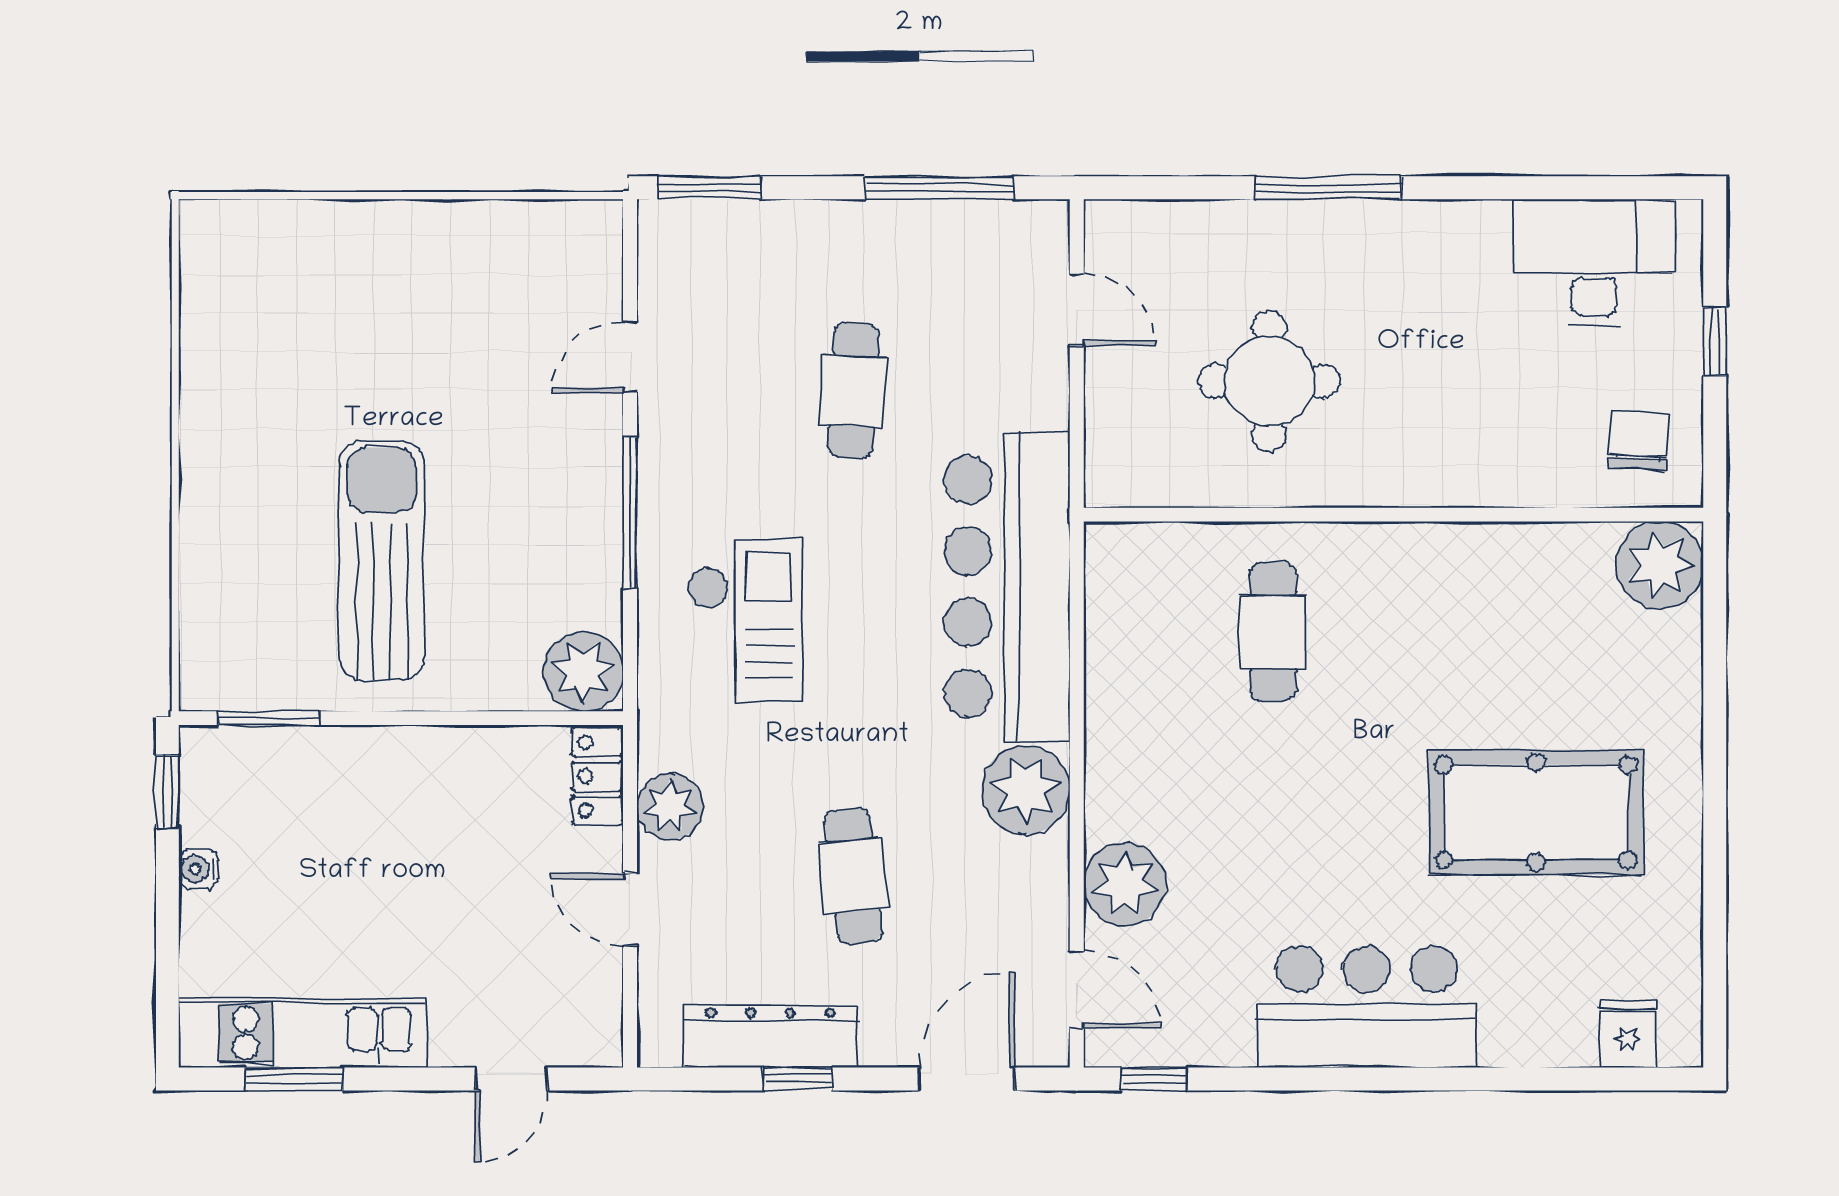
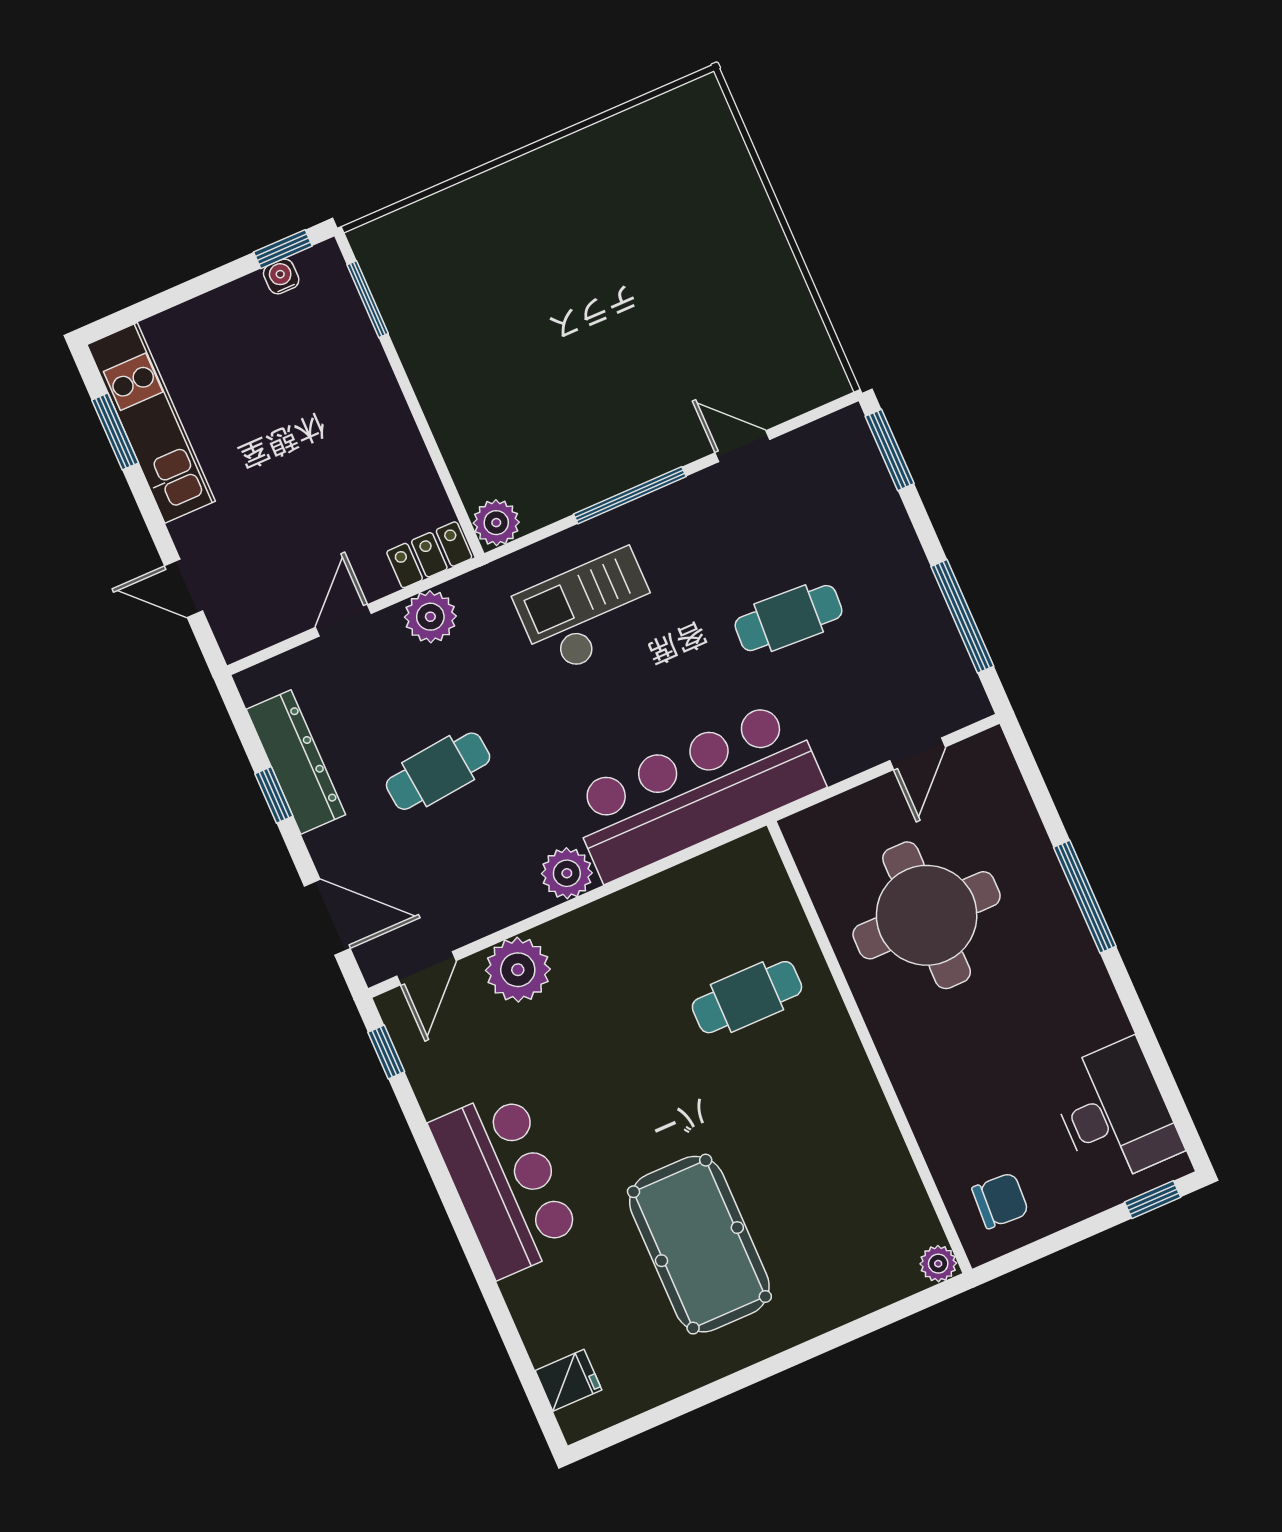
window: (1715, 341) -> (1153, 1200), moved
round table: (1269, 381) -> (927, 915), width x1.36, depth x1.36
sun lounger: (382, 560) -> (517, 331), removed
plant: (1660, 565) -> (938, 1264), width x0.53, depth x0.53
checkout: (745, 621) -> (588, 612), turned 180
plant: (583, 671) -> (496, 523), width x0.73, depth x0.73
plant: (1026, 790) -> (567, 873), width x0.73, depth x0.73
water cooler: (198, 869) -> (281, 276), moved

